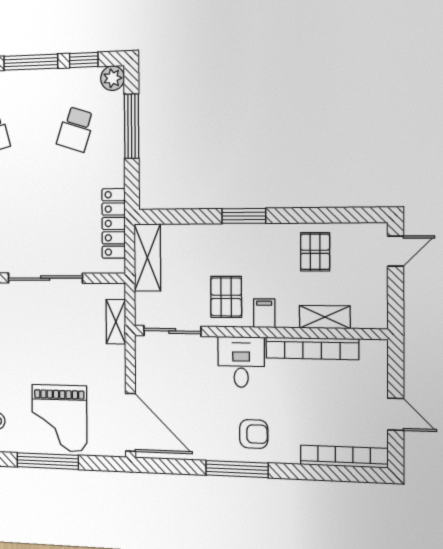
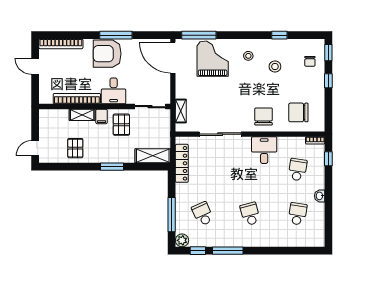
school desk: (76, 129) -> (203, 214), turned -42
shelving: (147, 257) -> (153, 156), moved, turned 90
shelving: (325, 317) -> (82, 115), moved
armchair: (254, 434) -> (107, 54), width x1.88, depth x1.88
window: (48, 461) -> (199, 35), moved

